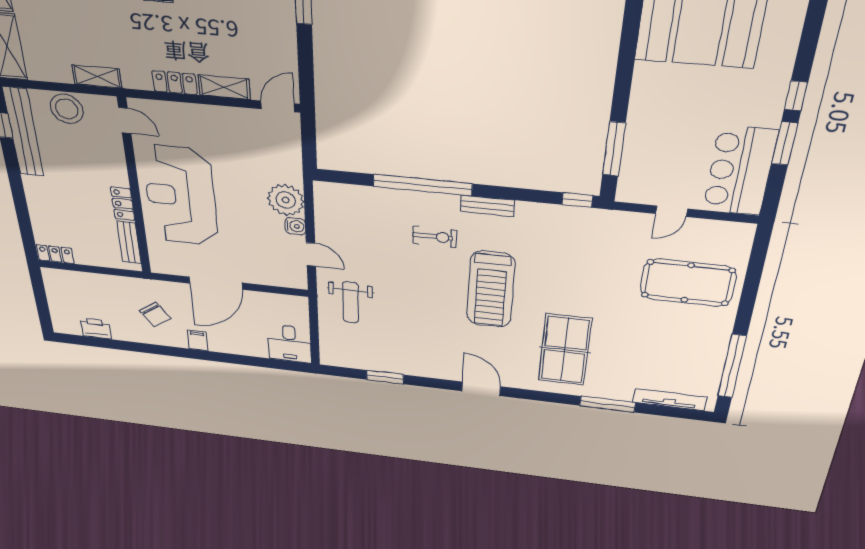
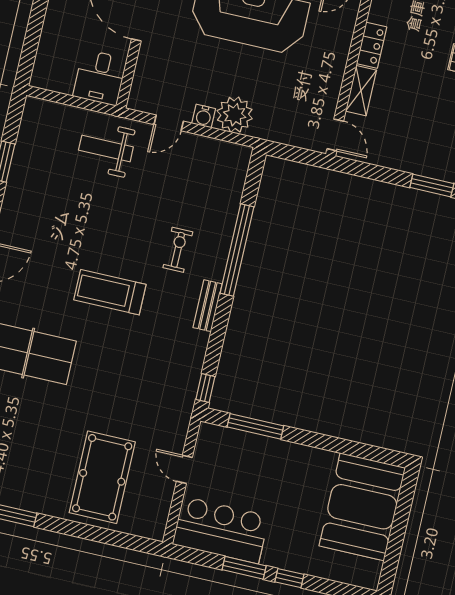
exercise bike: (435, 237) -> (178, 250), turned 180
treadmill: (491, 290) -> (110, 292), width x0.73, depth x0.73
desk: (289, 344) -> (100, 77), moved, turned -90

